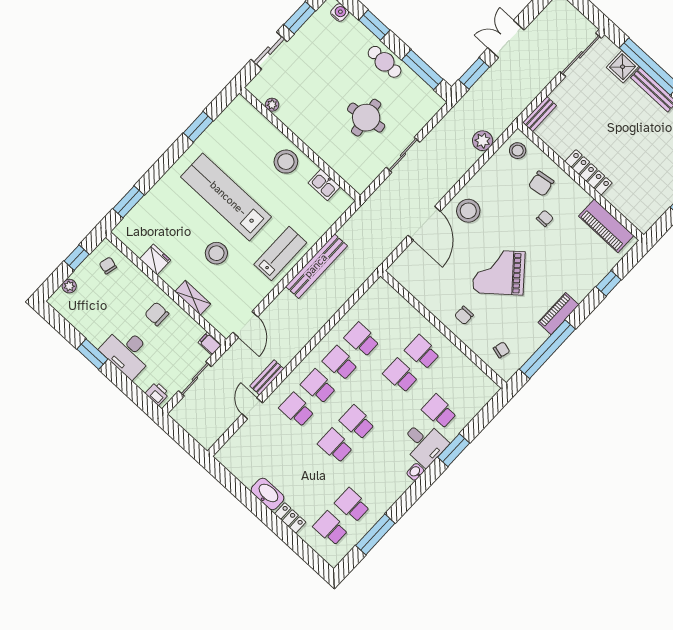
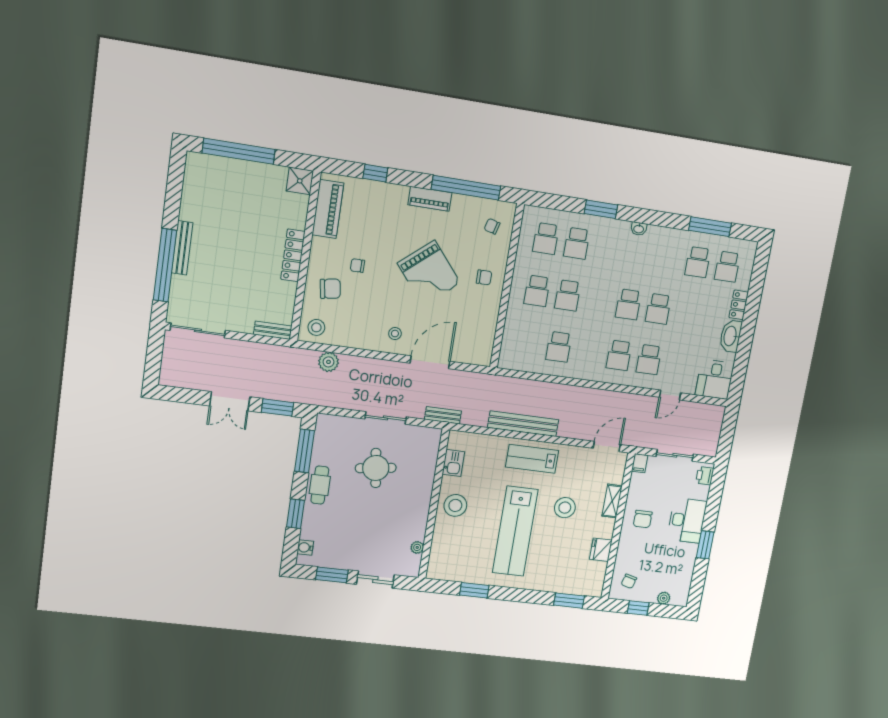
shower: (623, 67) -> (300, 181), moved
stool: (468, 211) -> (395, 334), width x0.53, depth x0.53
school desk: (340, 363) -> (546, 239), moved
bench: (267, 377) -> (443, 415), moved
desk: (424, 443) -> (715, 379), moved, turned 180

